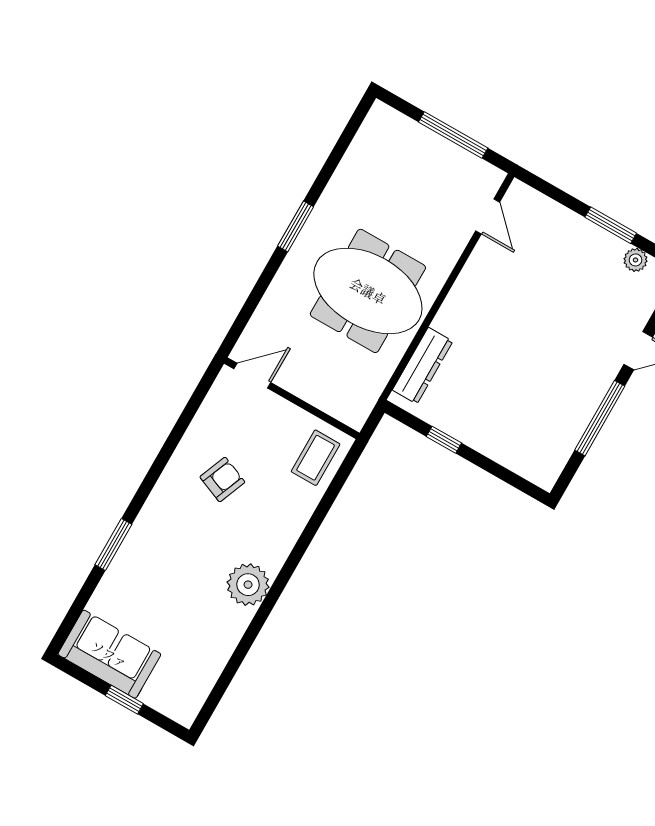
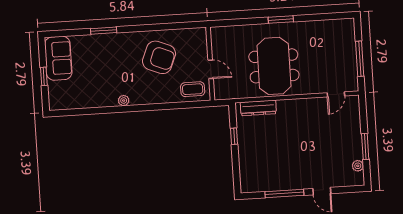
door: (252, 376) -> (211, 69), moved
armchair: (222, 479) -> (159, 57), width x1.88, depth x1.88
plant: (248, 585) -> (124, 100), width x0.53, depth x0.53

